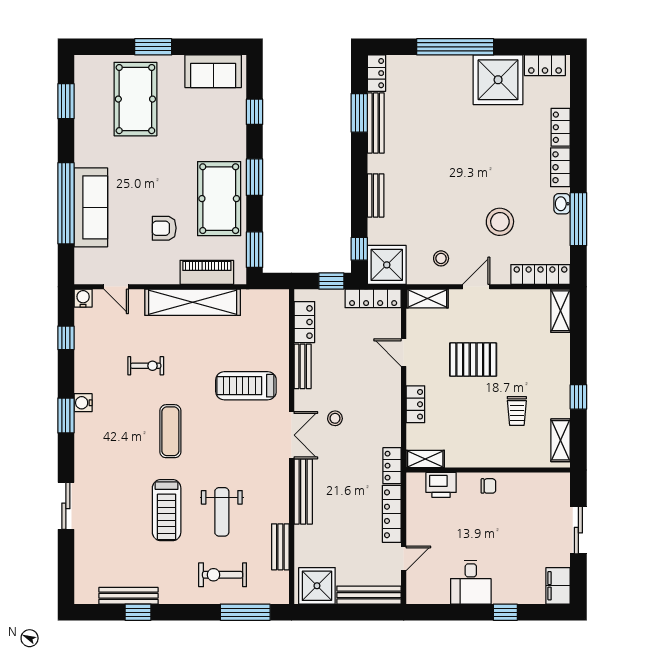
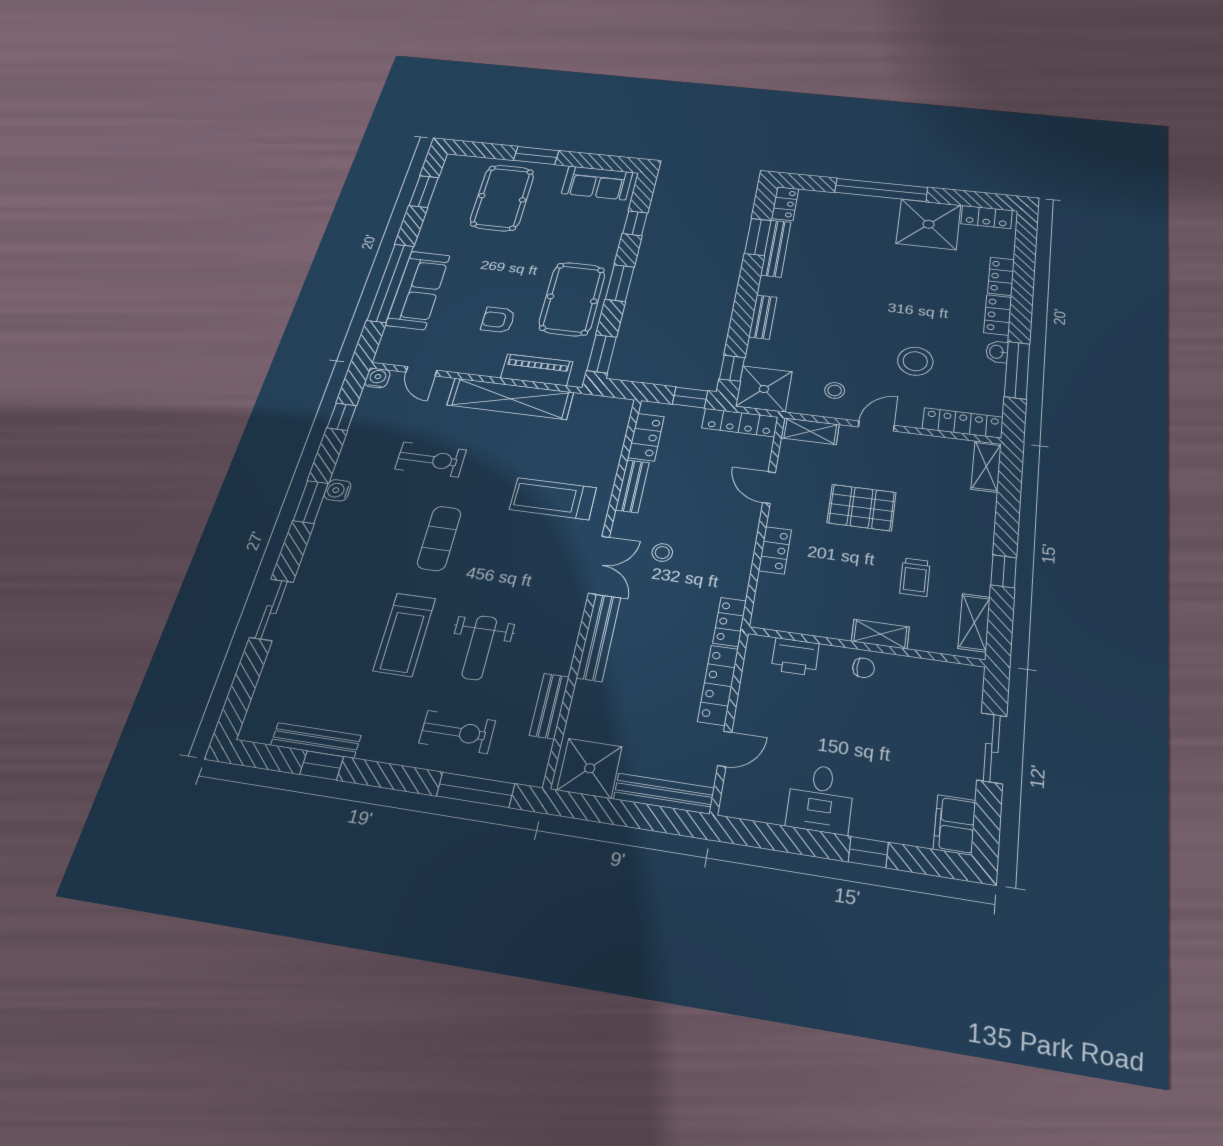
exercise bike: (146, 366) -> (431, 459), width x1.38, depth x1.39
shelving: (425, 459) -> (880, 634), moved
exercise bike: (223, 575) -> (457, 732), turned 180

